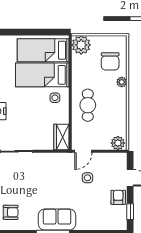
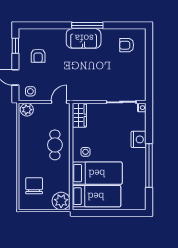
plant: (122, 82) -> (23, 166), removed
side table: (87, 178) -> (30, 91), moved
armchair: (118, 197) -> (38, 56), moved

